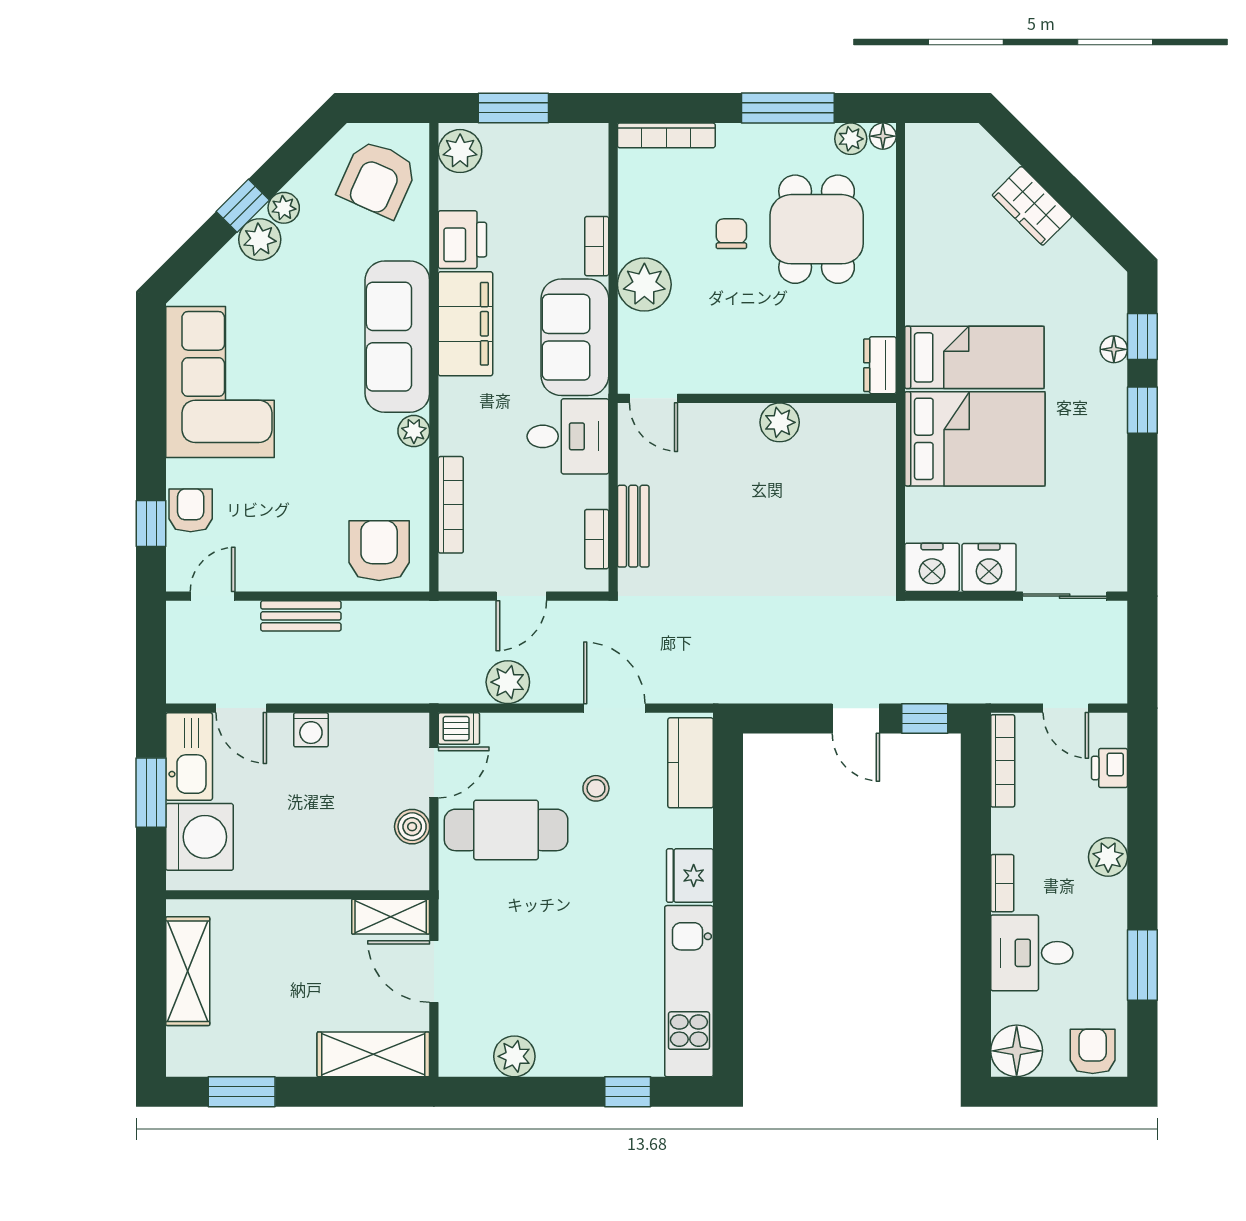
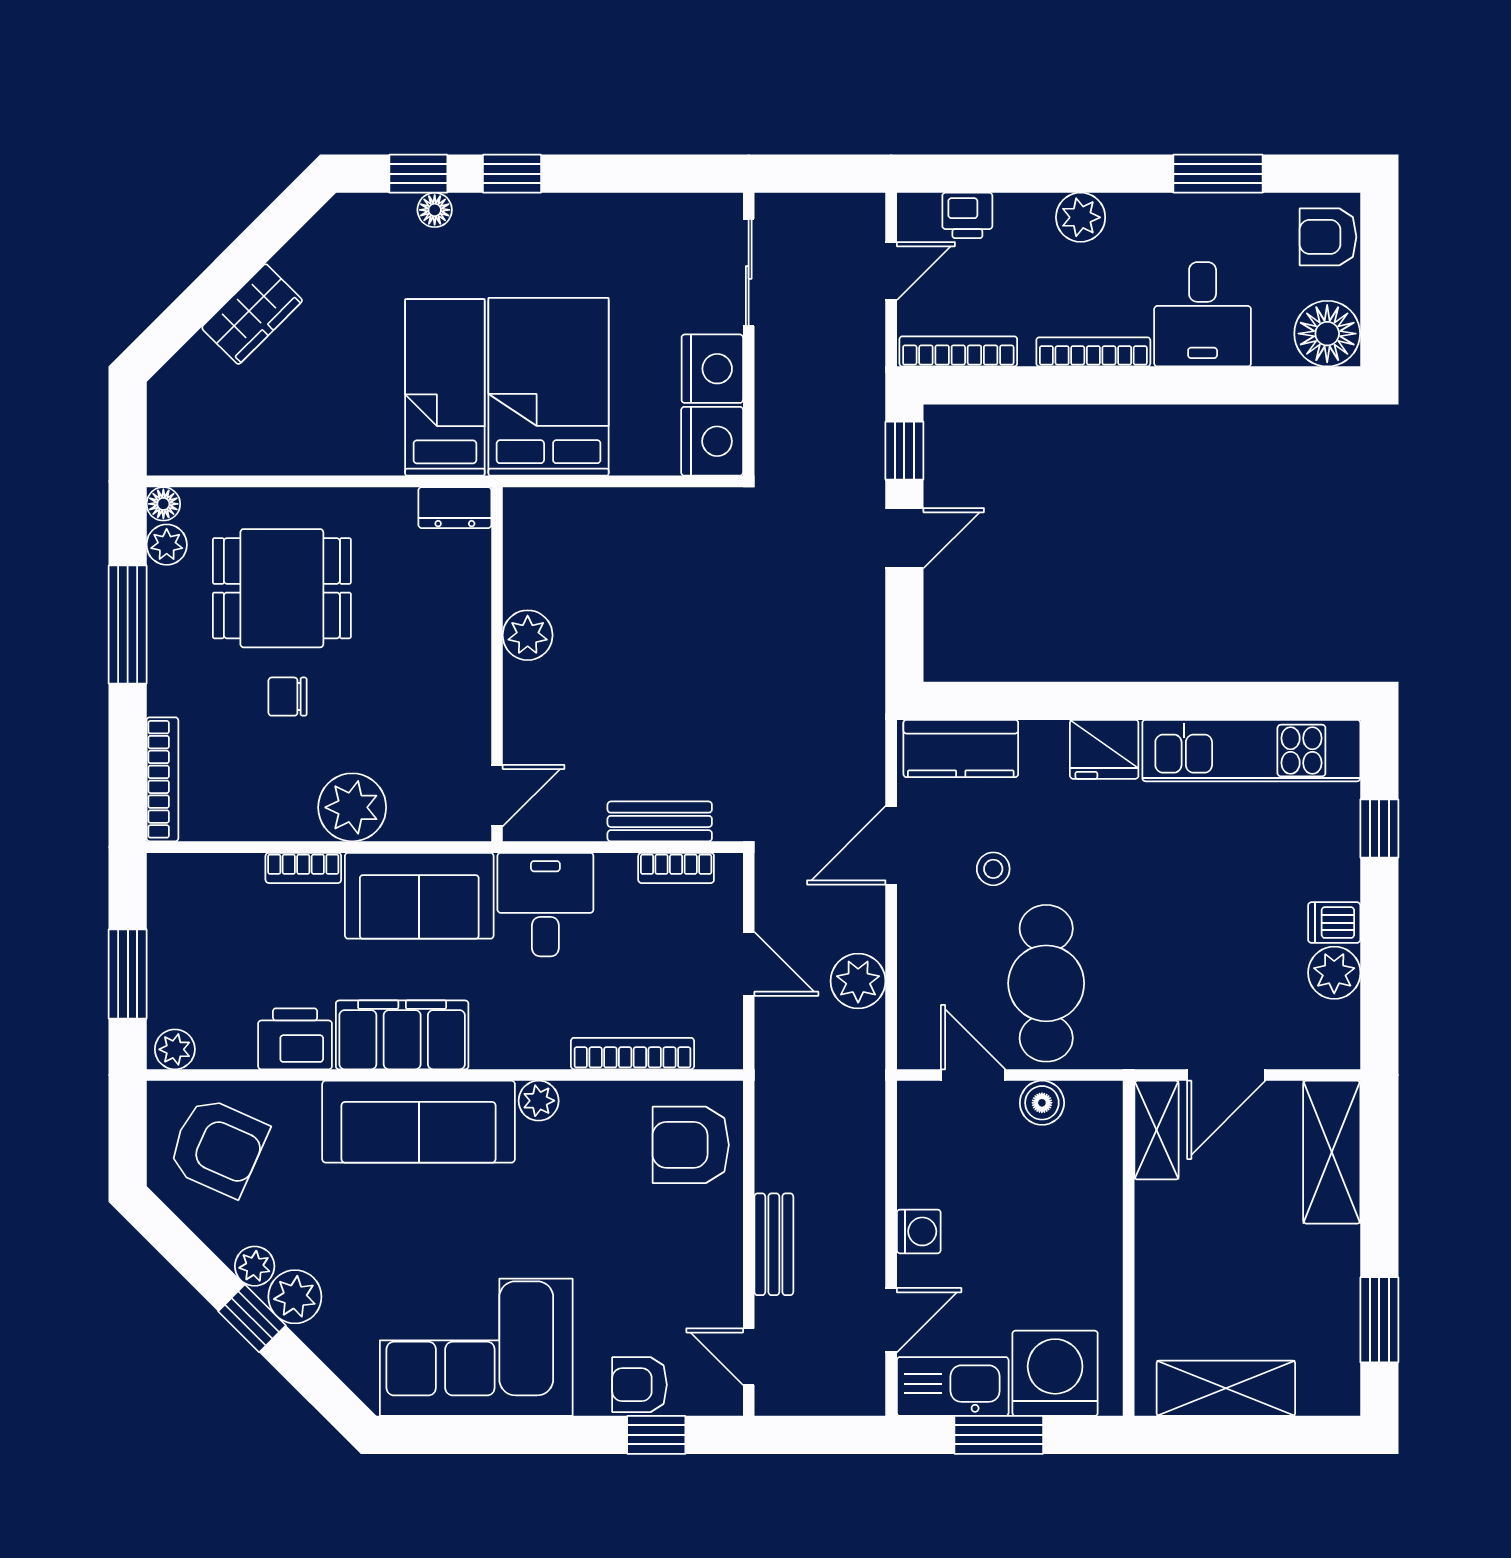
plant: (460, 151) -> (175, 1049), width x0.73, depth x0.73
dishwasher: (459, 729) -> (1334, 923), moved, turned -90
bookcase: (1002, 883) -> (1093, 352), width x1.56

